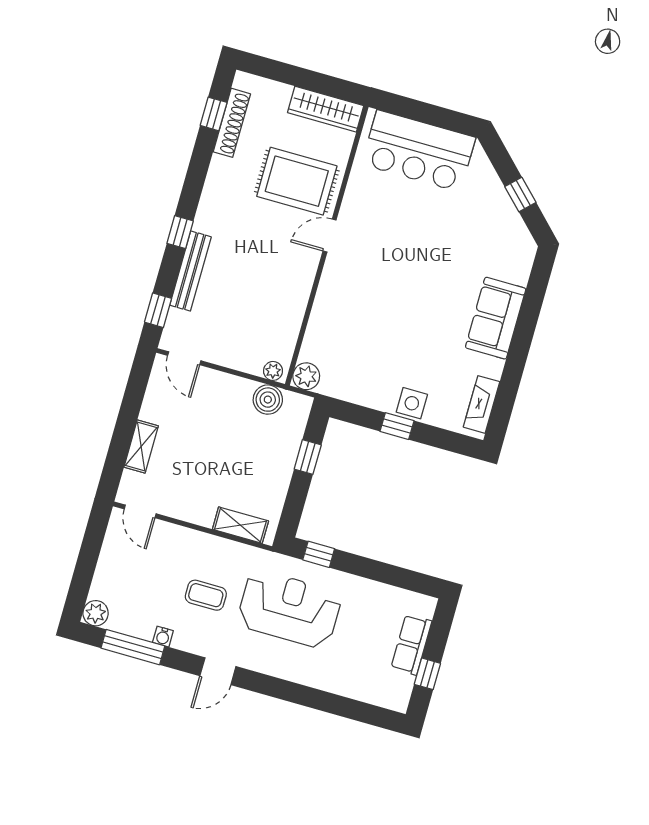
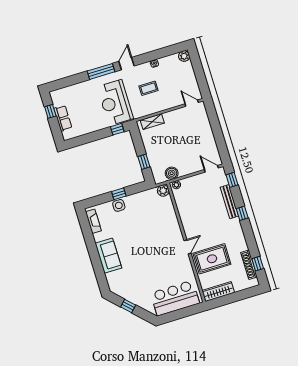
shelving: (141, 446) -> (206, 127), removed
reception desk: (289, 609) -> (115, 103), turned 90
window: (133, 647) -> (101, 71), moved

